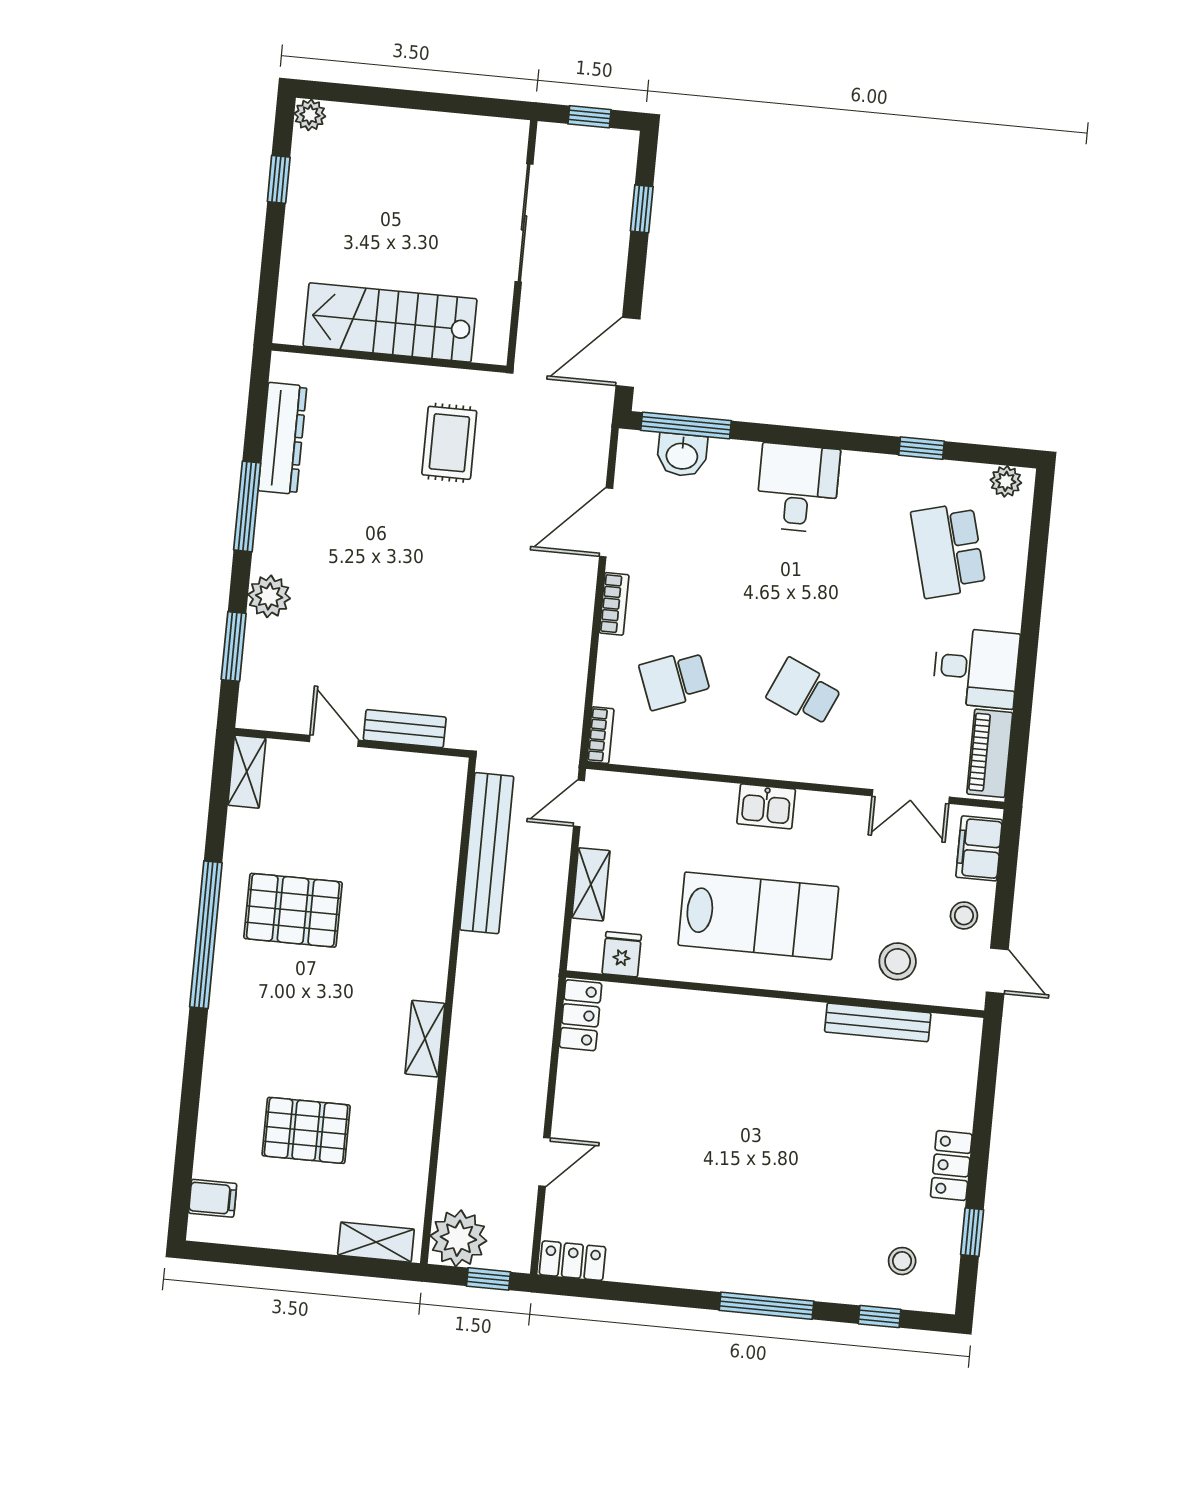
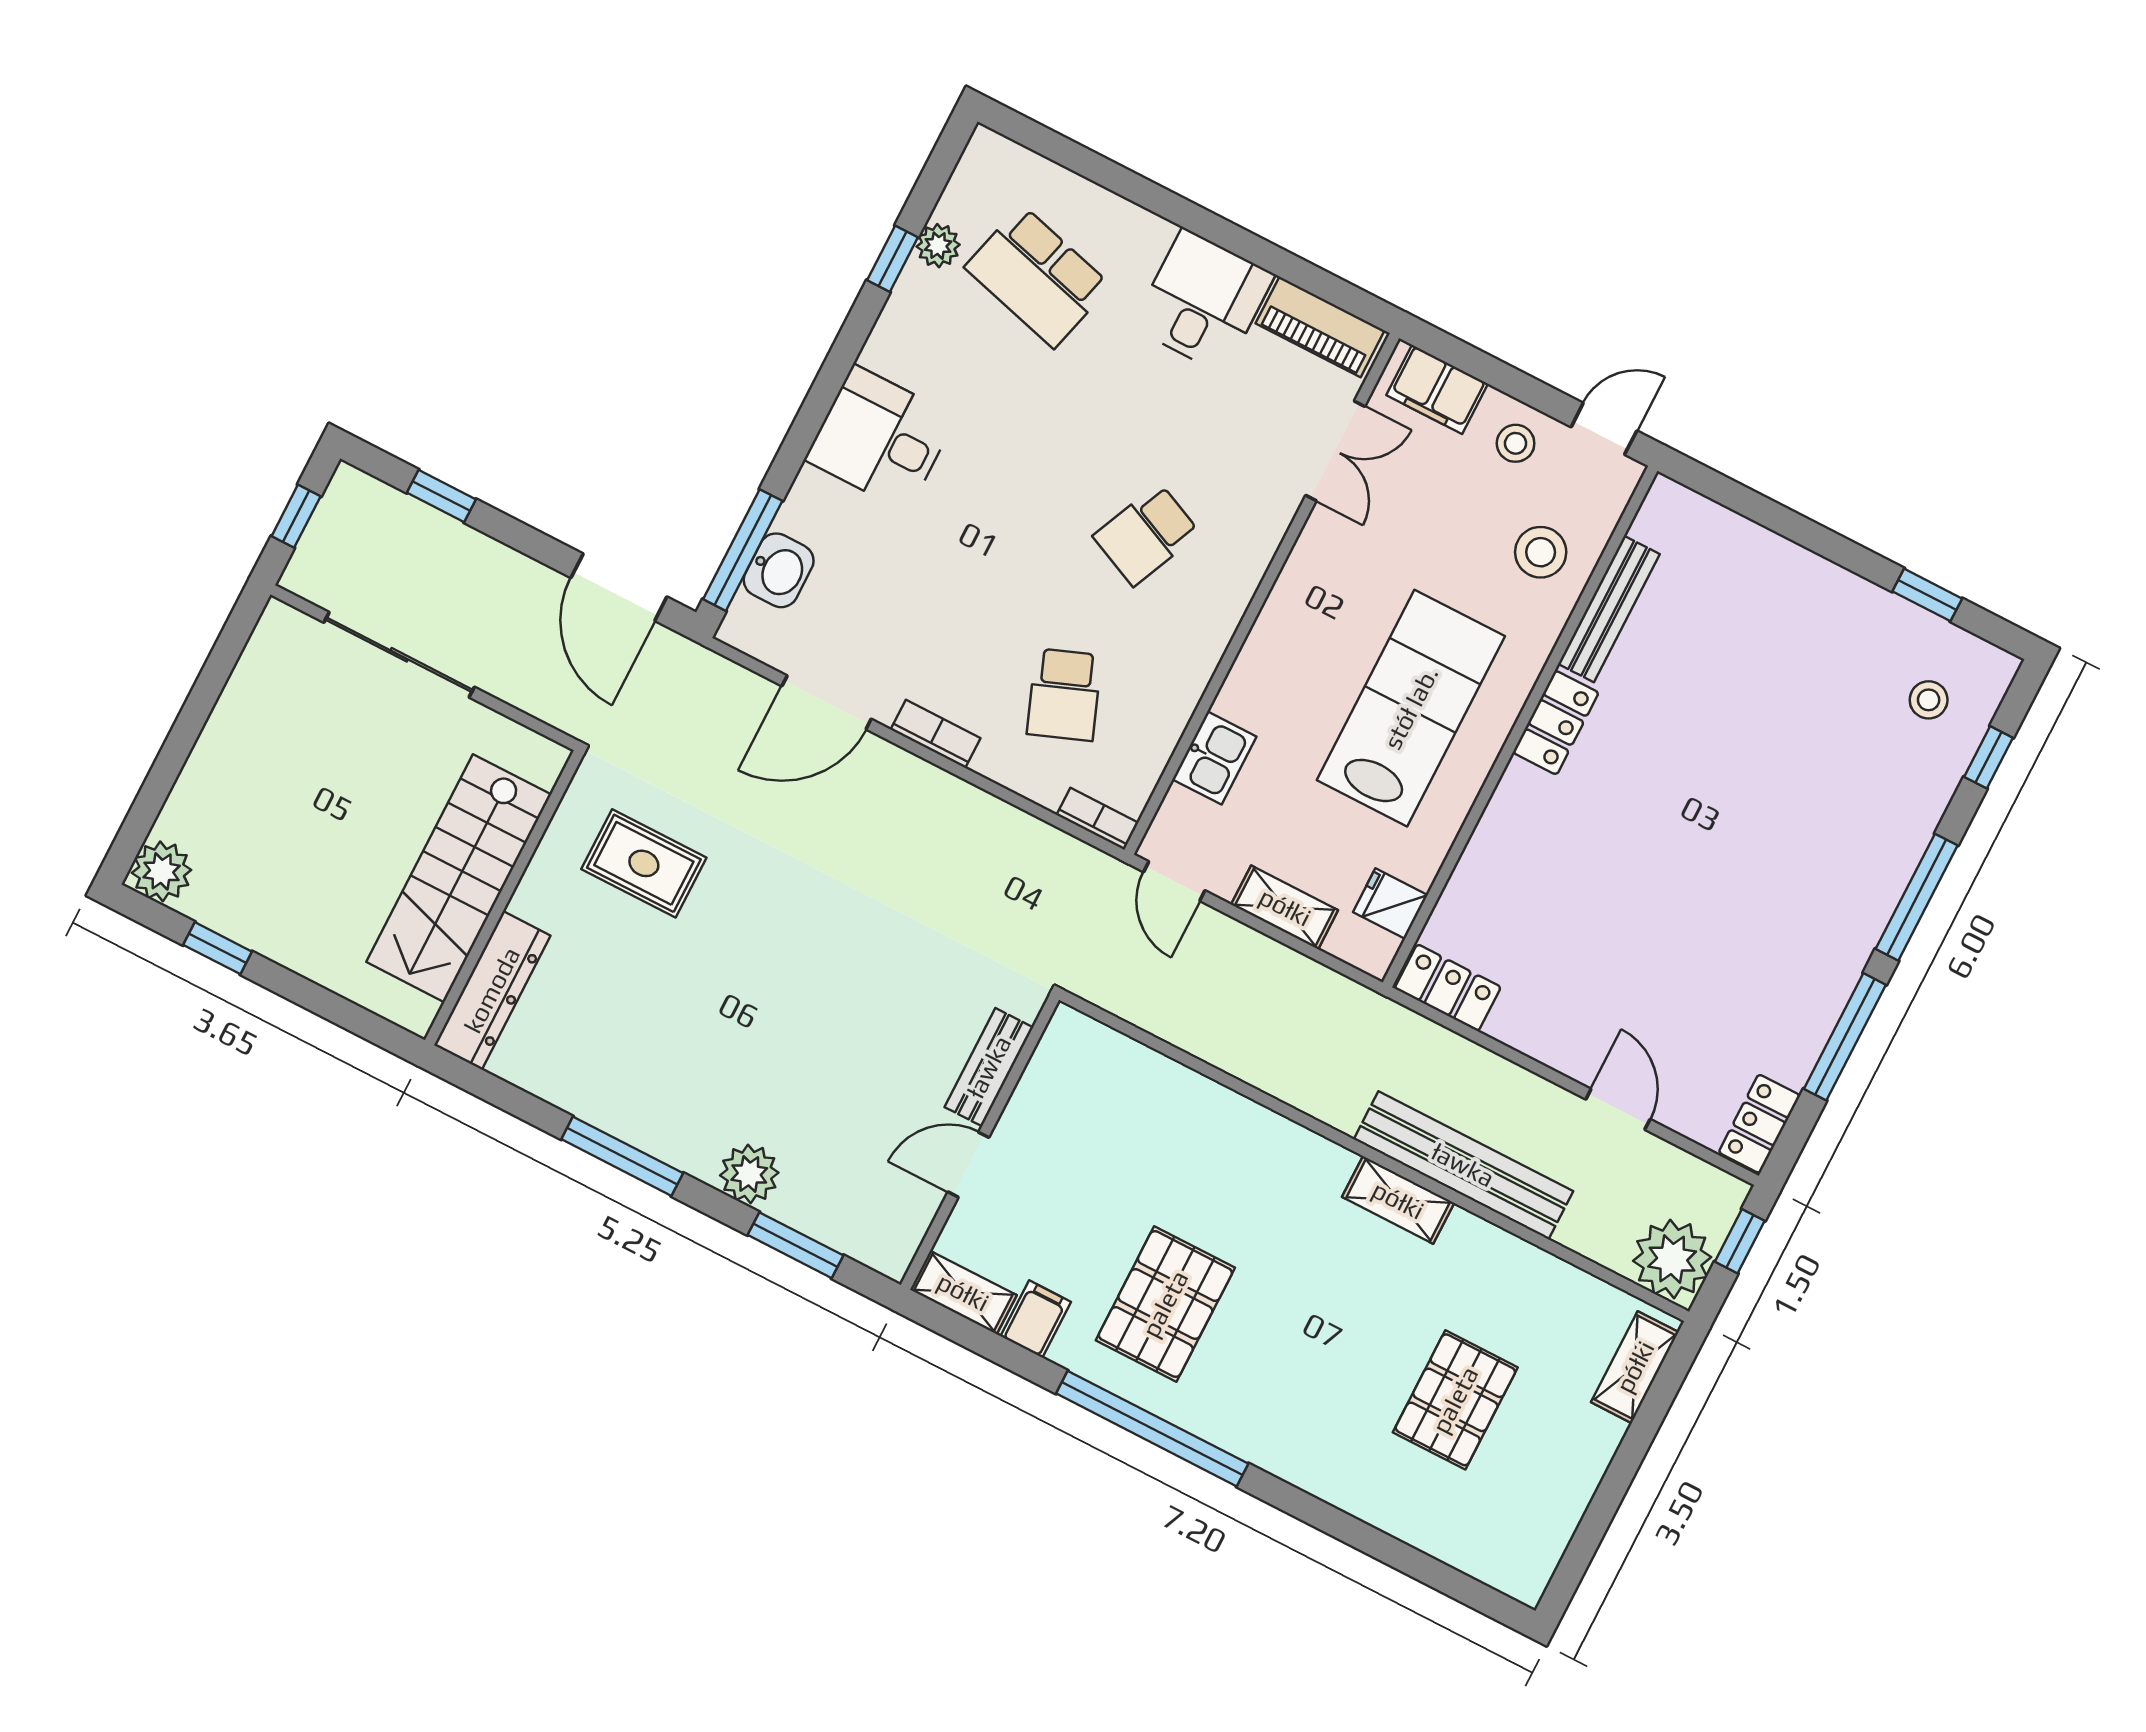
plant: (310, 115) -> (162, 871), width x1.38, depth x1.38
dresser: (282, 438) -> (492, 990), moved, turned 90
plant: (1006, 481) -> (938, 246), moved
door: (606, 522) -> (827, 703), hinge flipped
school desk: (948, 550) -> (1038, 276), turned 30
kitchen sink: (766, 806) -> (1214, 758), moved
bench: (487, 853) -> (1463, 1165), moved
locker: (951, 1165) -> (1556, 723), moved, turned -90
filing cabinet: (213, 1198) -> (1036, 1319), moved
window: (654, 1295) -> (1845, 1037), added

